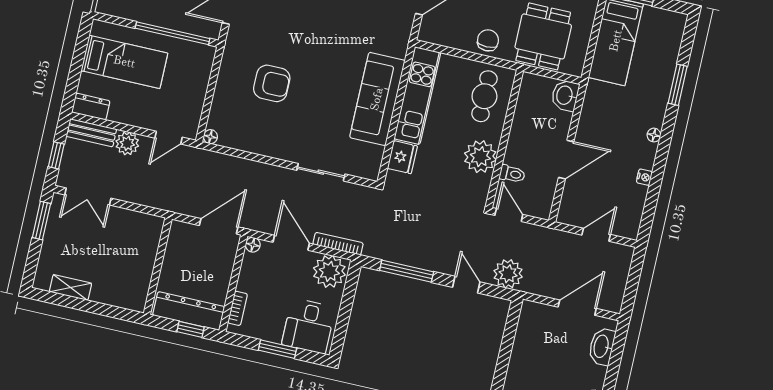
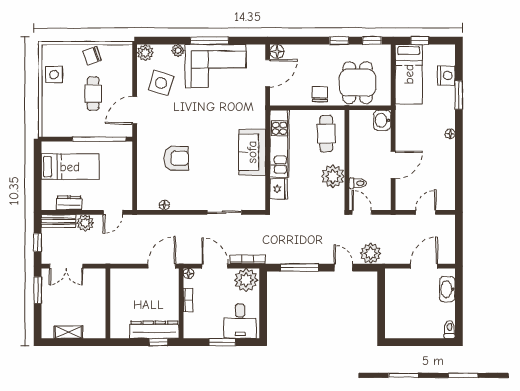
sofa: (377, 99) -> (252, 152), width x0.73
dresser: (91, 107) -> (69, 203), moved
floor lamp: (210, 137) -> (164, 205), moved
nightstand: (644, 177) -> (446, 76), moved, width x1.89, depth x1.79
wall: (158, 266) -> (108, 303), moved
bookcase: (238, 308) -> (188, 300), moved

